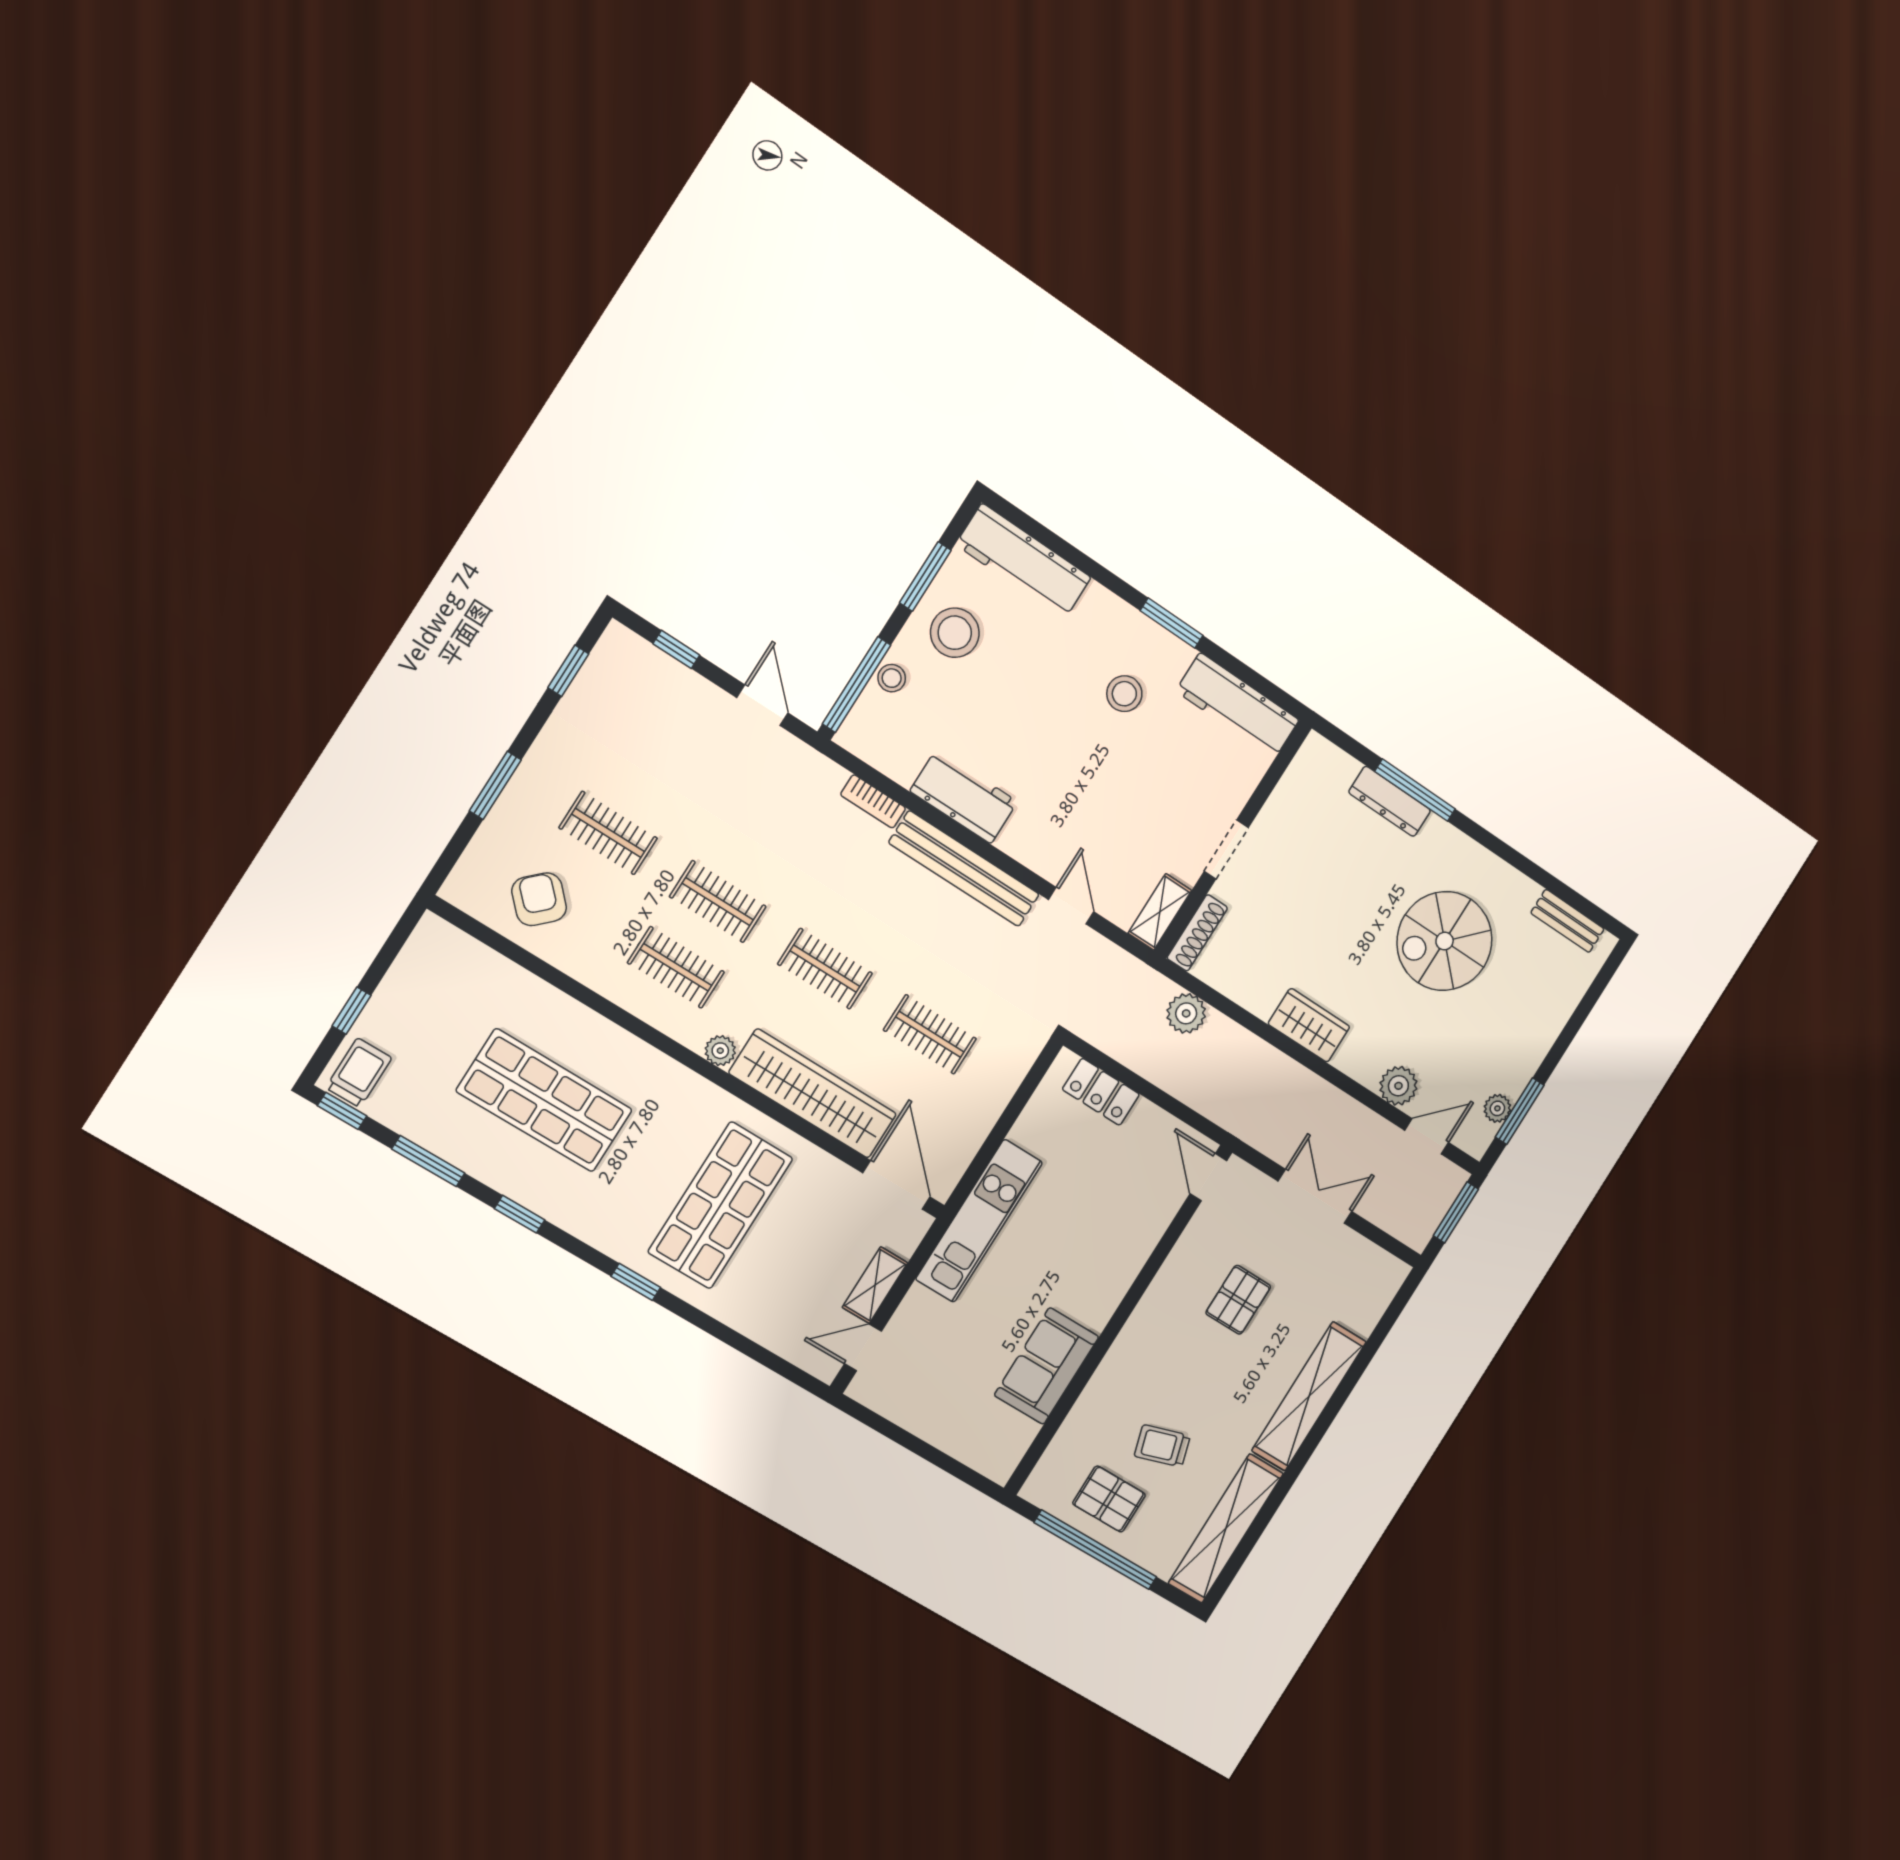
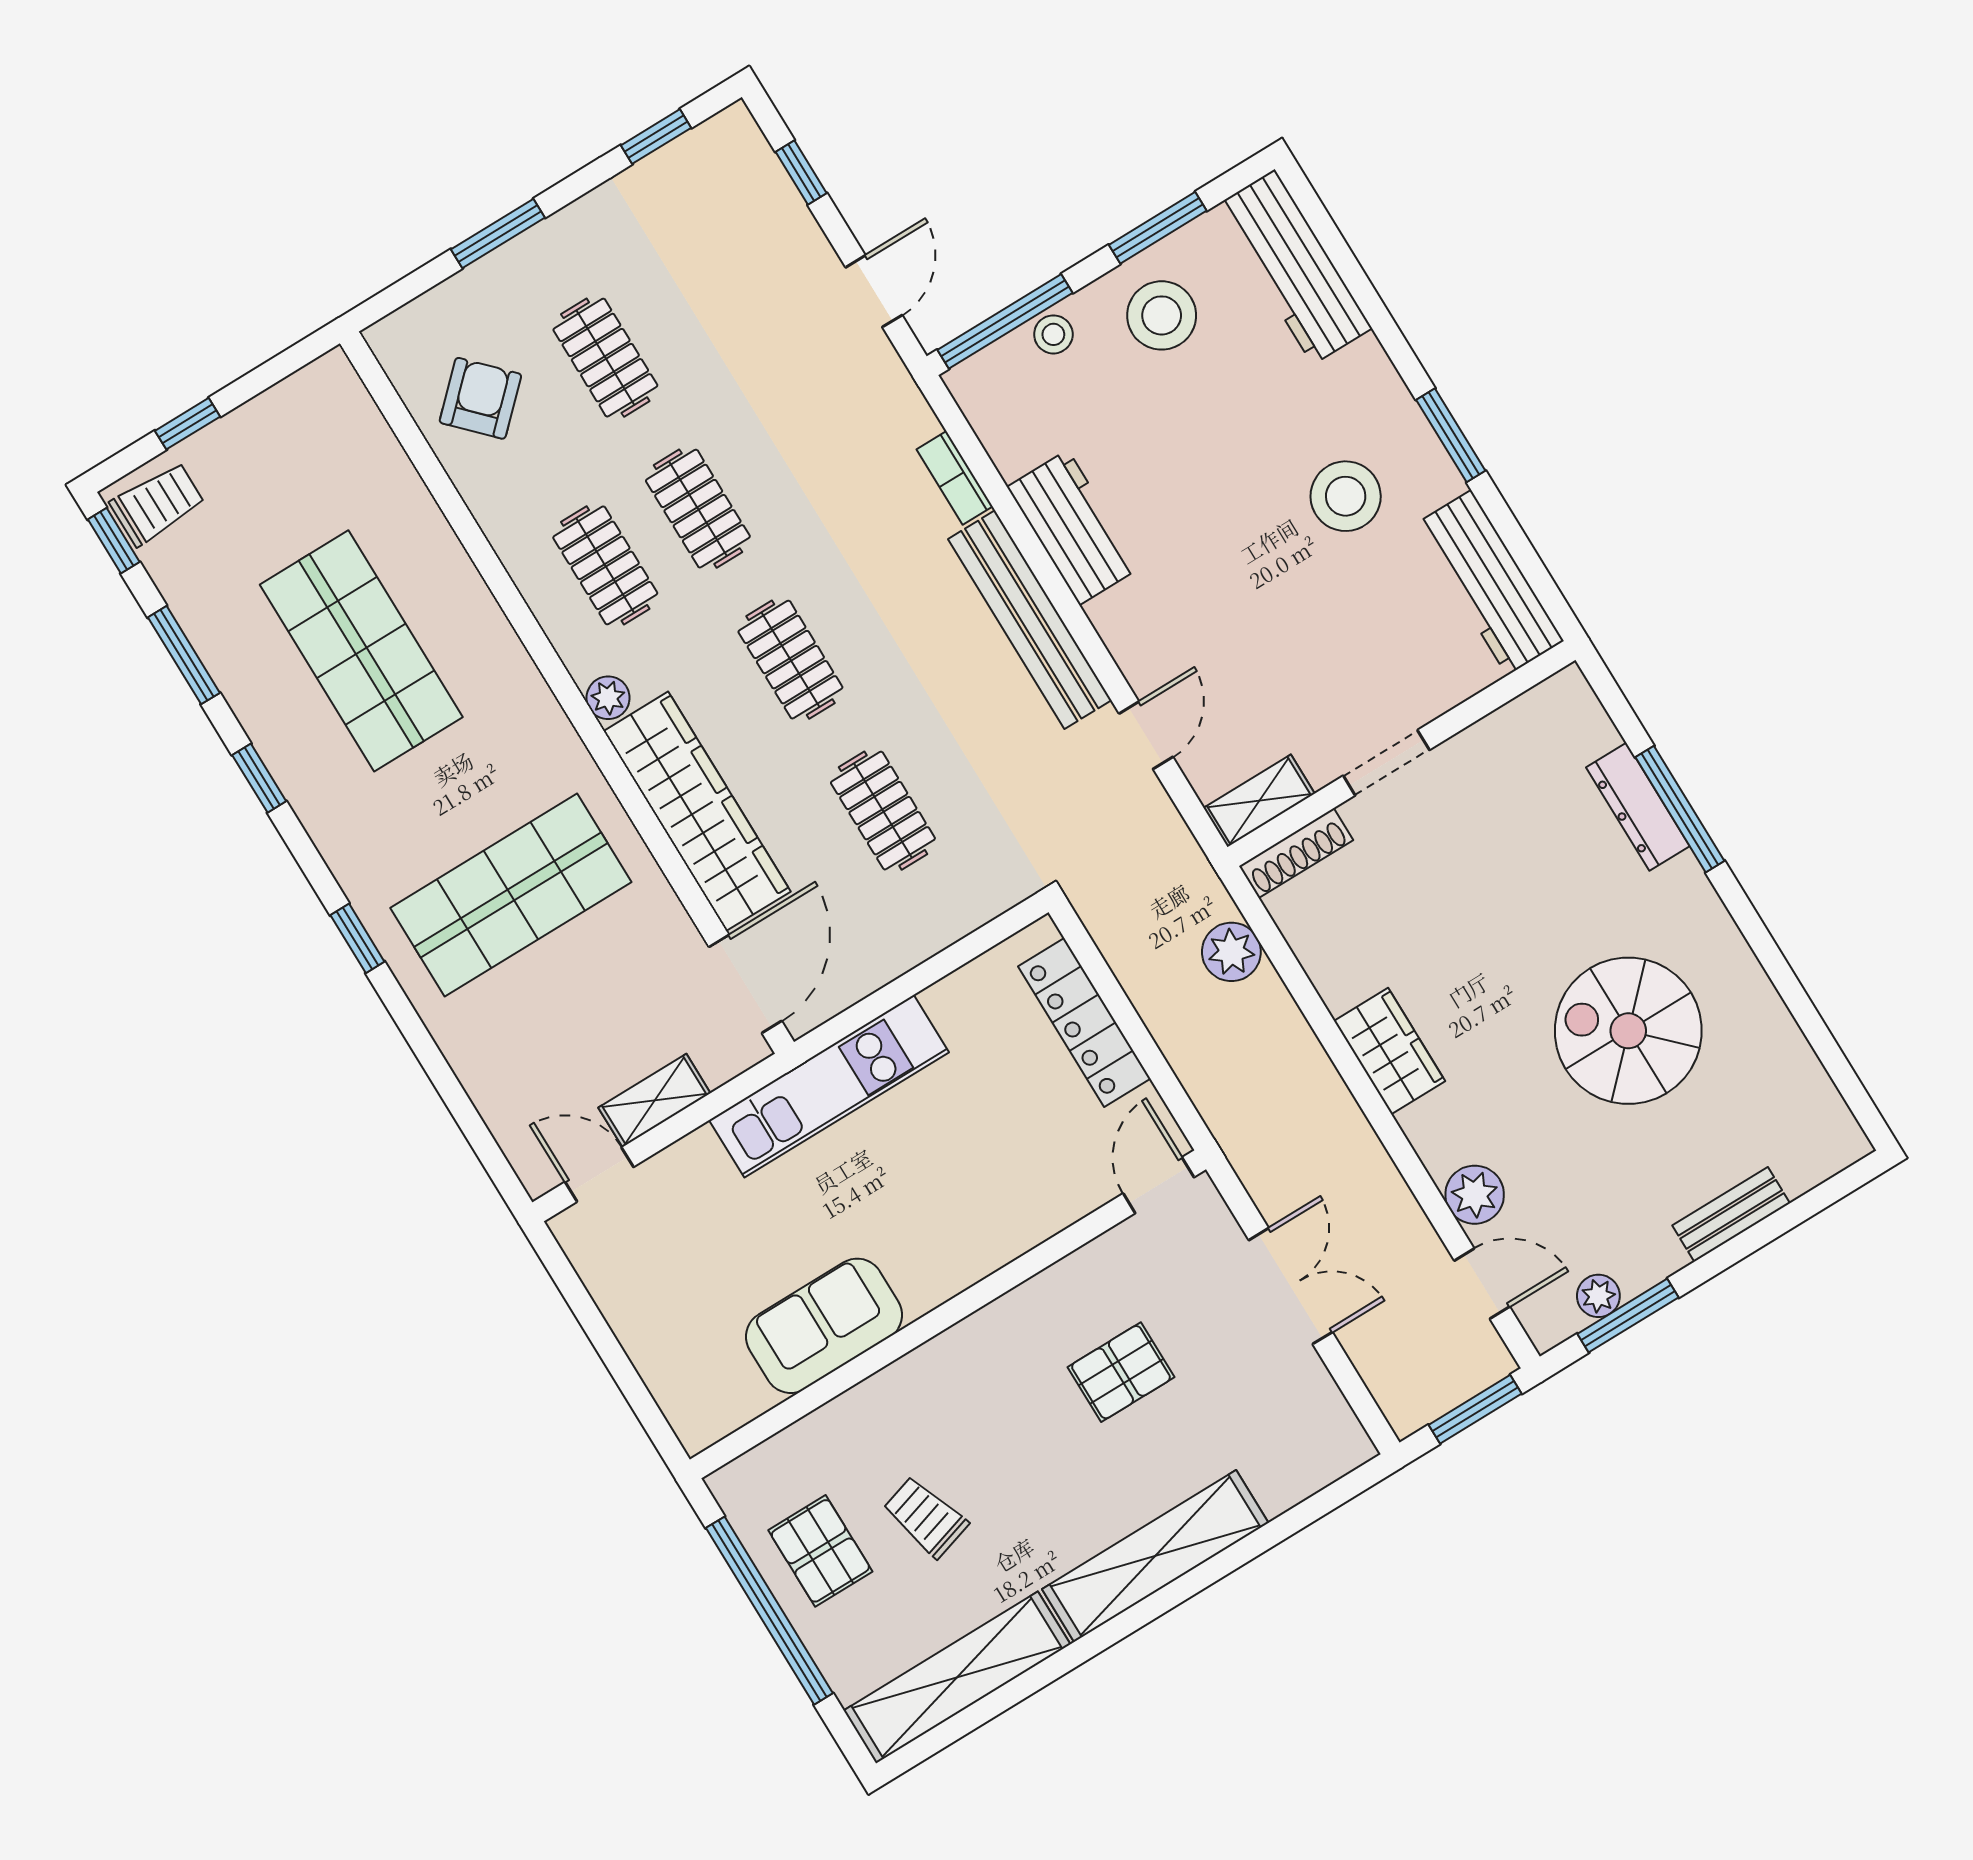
stool: (1124, 694) -> (1346, 496), width x1.38, depth x1.38
bench: (1568, 921) -> (1731, 1214), moved, turned 90
locker: (1101, 1092) -> (1084, 1022), width x1.53

